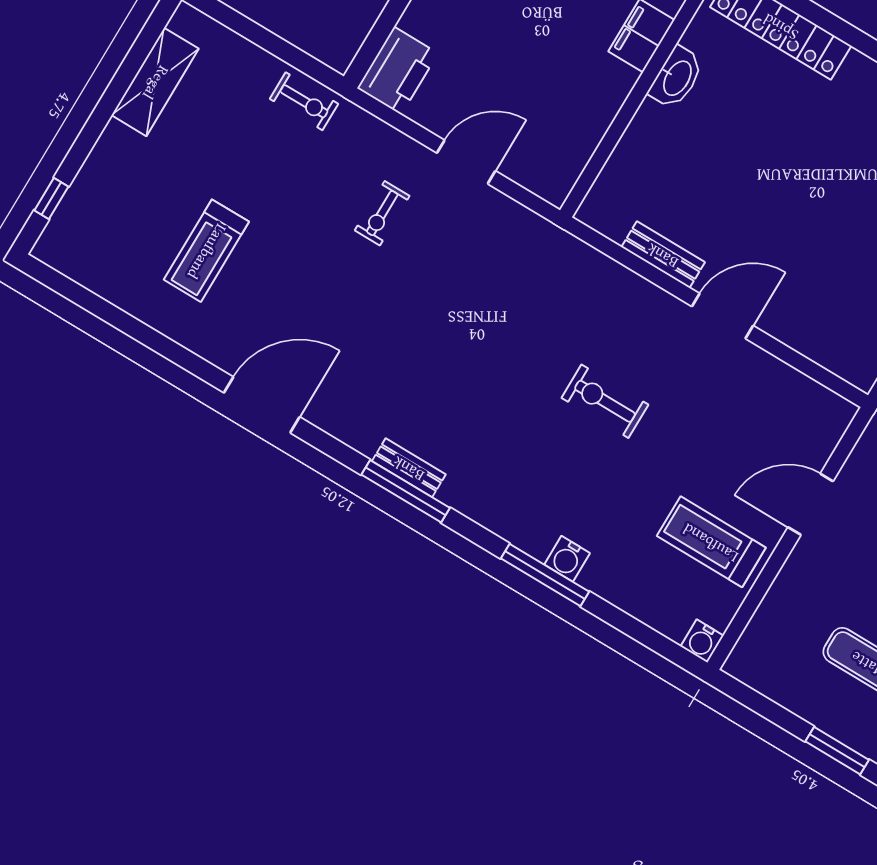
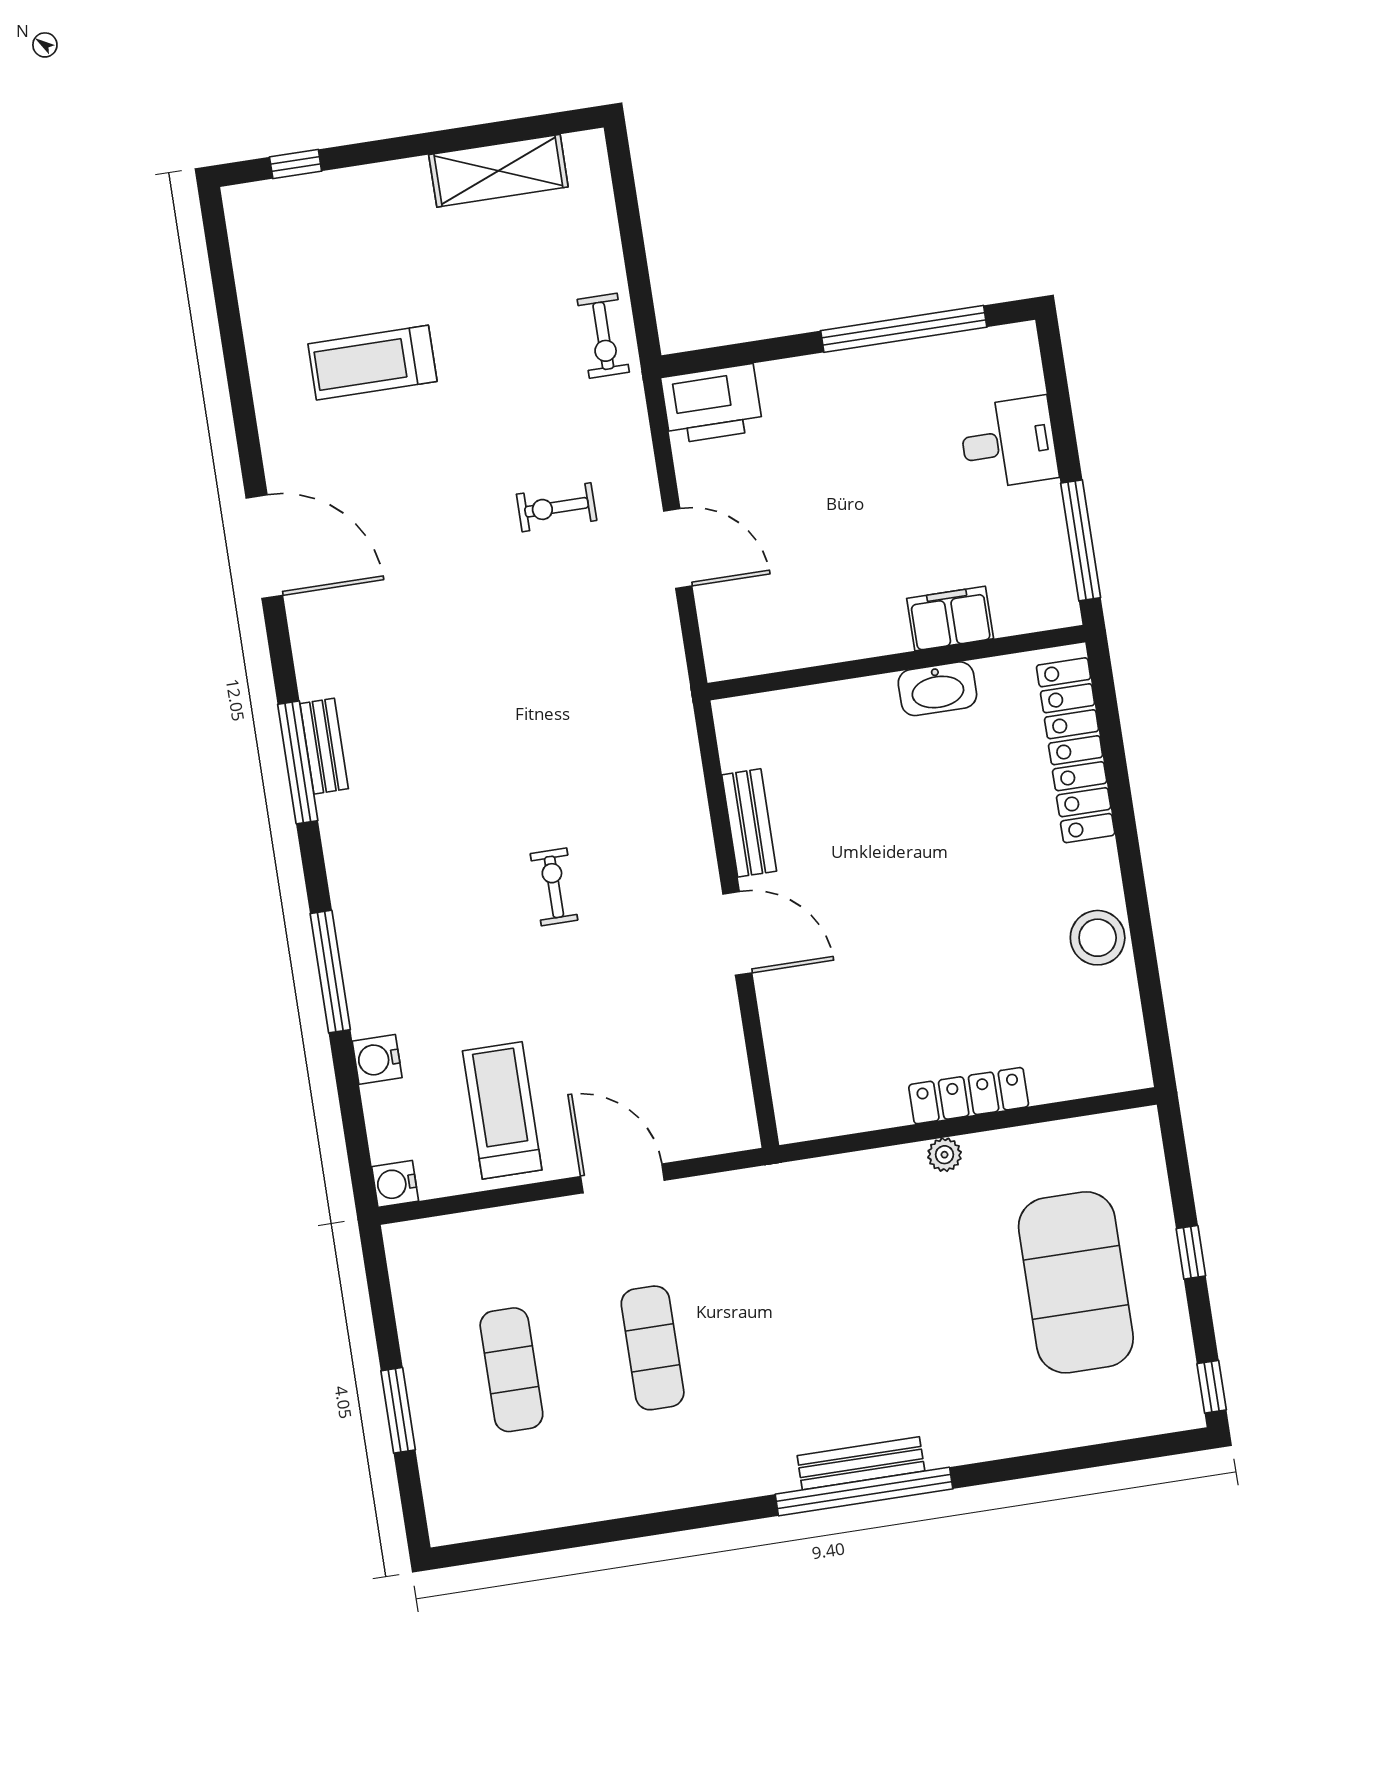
exercise bike: (605, 401) -> (554, 887), width x0.73, depth x0.72
water cooler: (567, 559) -> (377, 1059), moved

